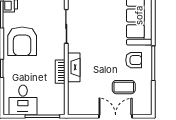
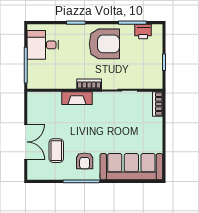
armchair: (22, 41) -> (104, 44), turned 180
bookcase: (60, 72) -> (89, 84), moved

